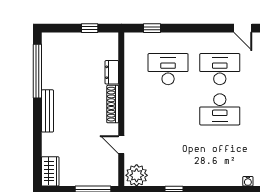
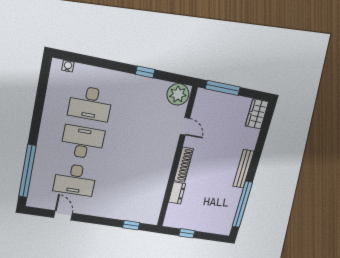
door: (243, 28) -> (63, 215), moved
desk: (168, 69) -> (90, 104), moved

